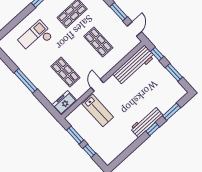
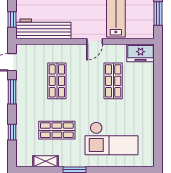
checkout: (36, 38) -> (112, 138), width x1.36, depth x1.21
window: (26, 81) -> (158, 107), removed

